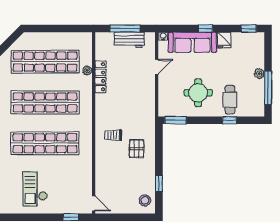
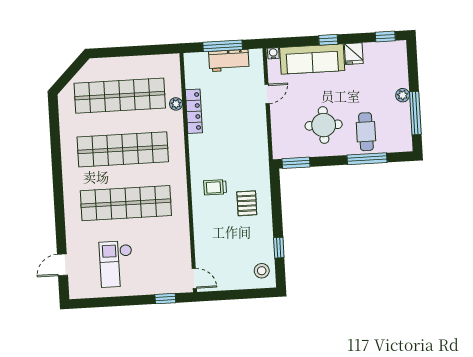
window: (230, 120) -> (367, 159), width x2.17

